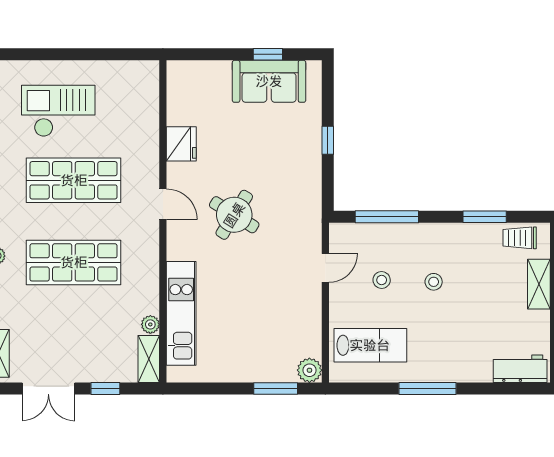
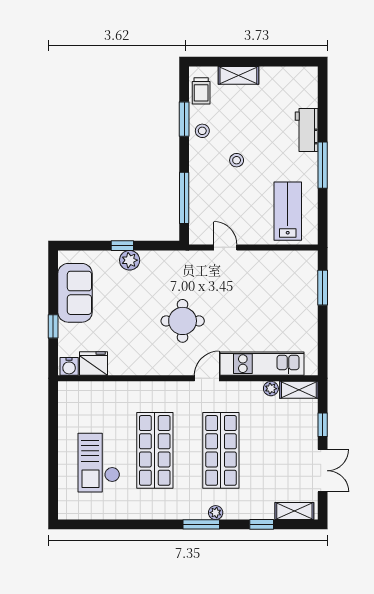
window: (268, 54) -> (53, 326), moved
water cooler: (178, 74) -> (69, 366), added
fridge: (181, 144) -> (93, 364), moved
door: (163, 204) -> (207, 378), moved
round table: (234, 215) -> (183, 321), turned -32
stool: (382, 280) -> (202, 131), moved
workbench: (520, 369) -> (307, 130), moved
plant: (309, 370) -> (130, 260), moved

